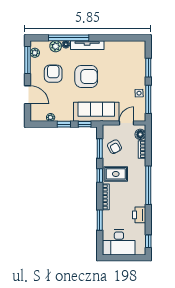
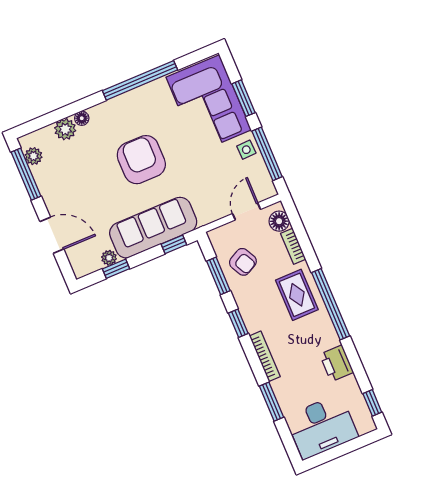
window: (69, 38) -> (140, 80), moved
tv unit: (87, 45) -> (120, 104), removed
corner sofa: (130, 63) -> (209, 104), added
armchair: (53, 74) -> (81, 179), removed
armchair: (86, 76) -> (141, 160), turned -90
sofa: (96, 112) -> (153, 228), moved
window: (64, 124) -> (116, 269), moved
rug: (116, 174) -> (297, 295), moved, turned 90

